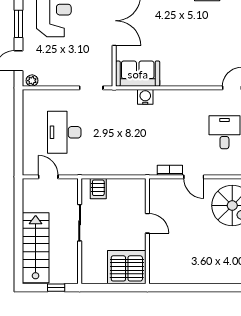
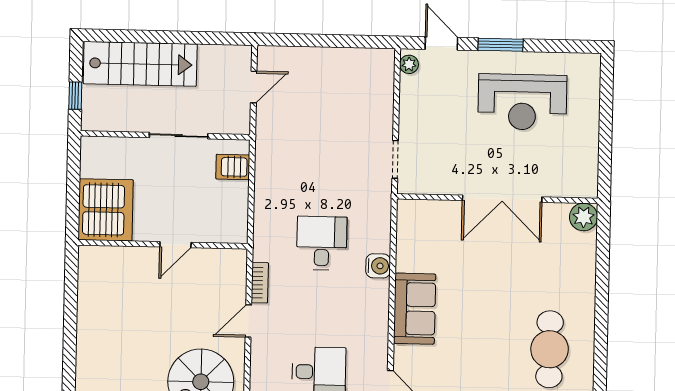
sofa: (138, 74) -> (415, 309), moved
water cooler: (145, 97) -> (378, 266), moved
desk: (64, 132) -> (322, 243), moved, width x0.73

